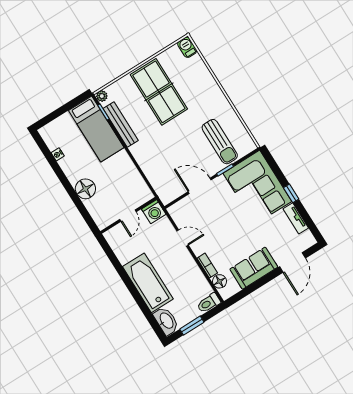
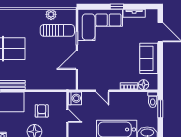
plant: (234, 123) -> (51, 14), added
armchair: (115, 182) -> (42, 111), added
door: (183, 238) -> (102, 91), swing flipped
window: (192, 326) -> (160, 109), moved

